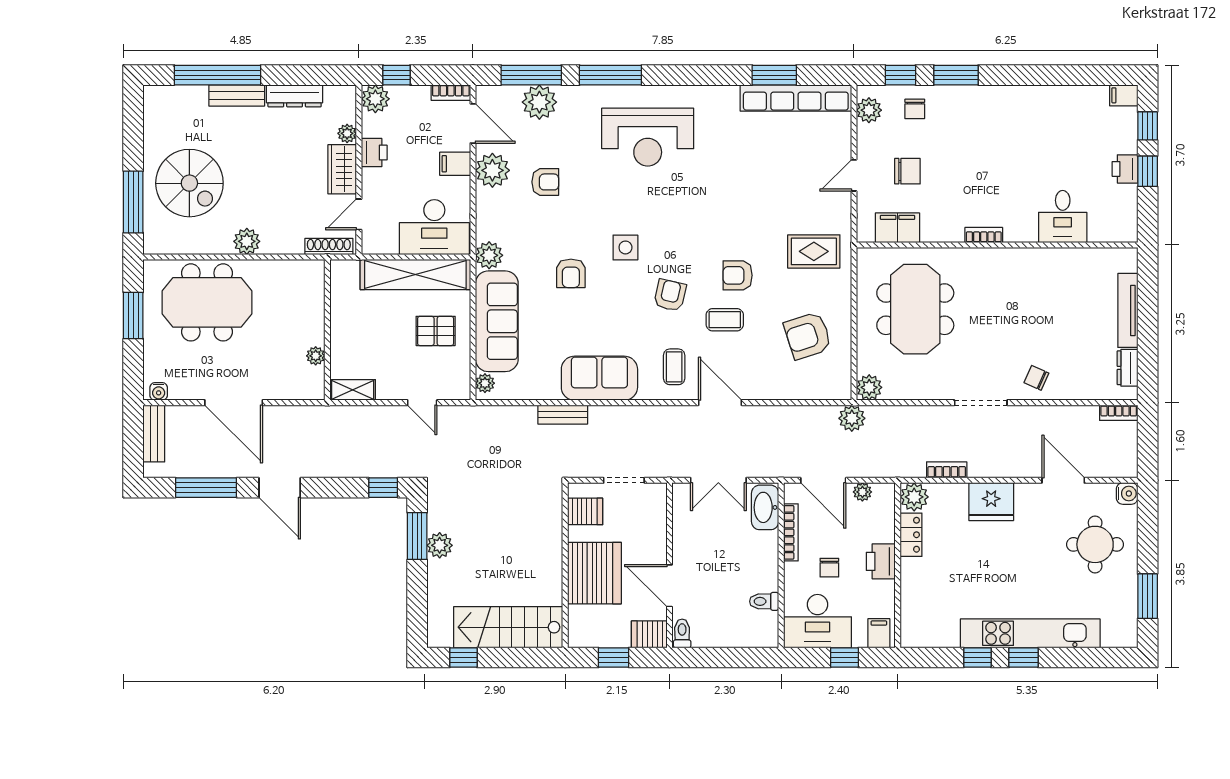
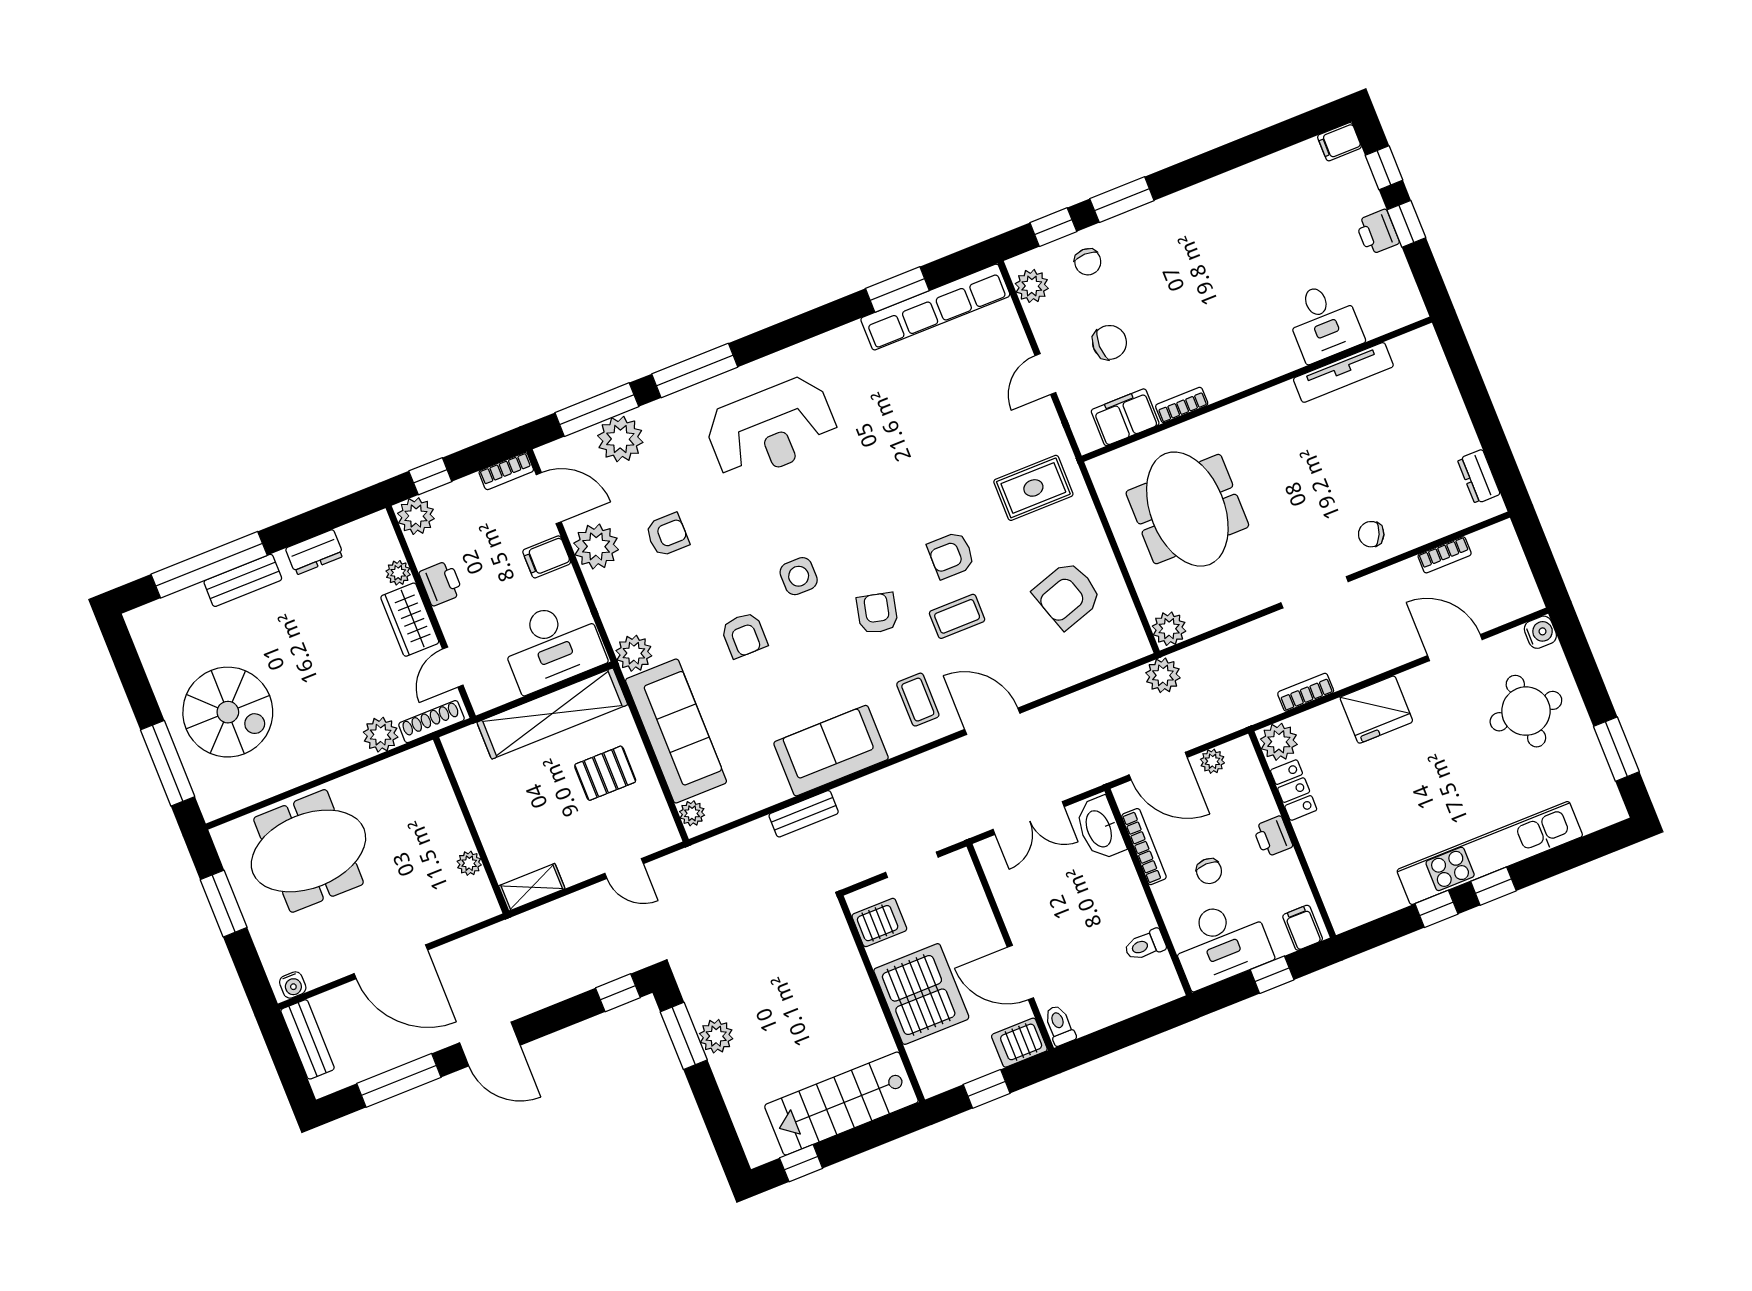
dresser: (295, 96) -> (315, 552), width x0.70
bookcase: (984, 235) -> (1182, 405), moved
plant: (247, 241) -> (381, 735), moved
tv unit: (1128, 310) -> (1343, 372), moved, turned -90
bookcase: (1119, 413) -> (1445, 555), moved
printer: (881, 561) -> (1273, 837), width x0.73, depth x0.81

